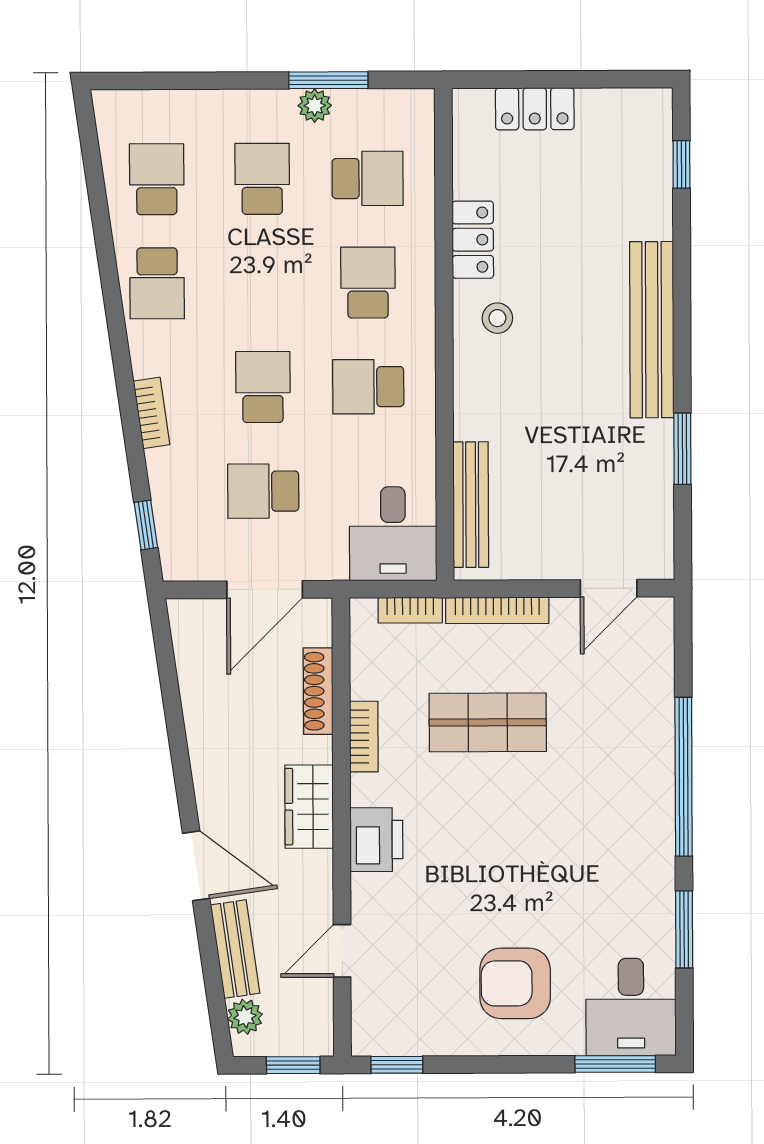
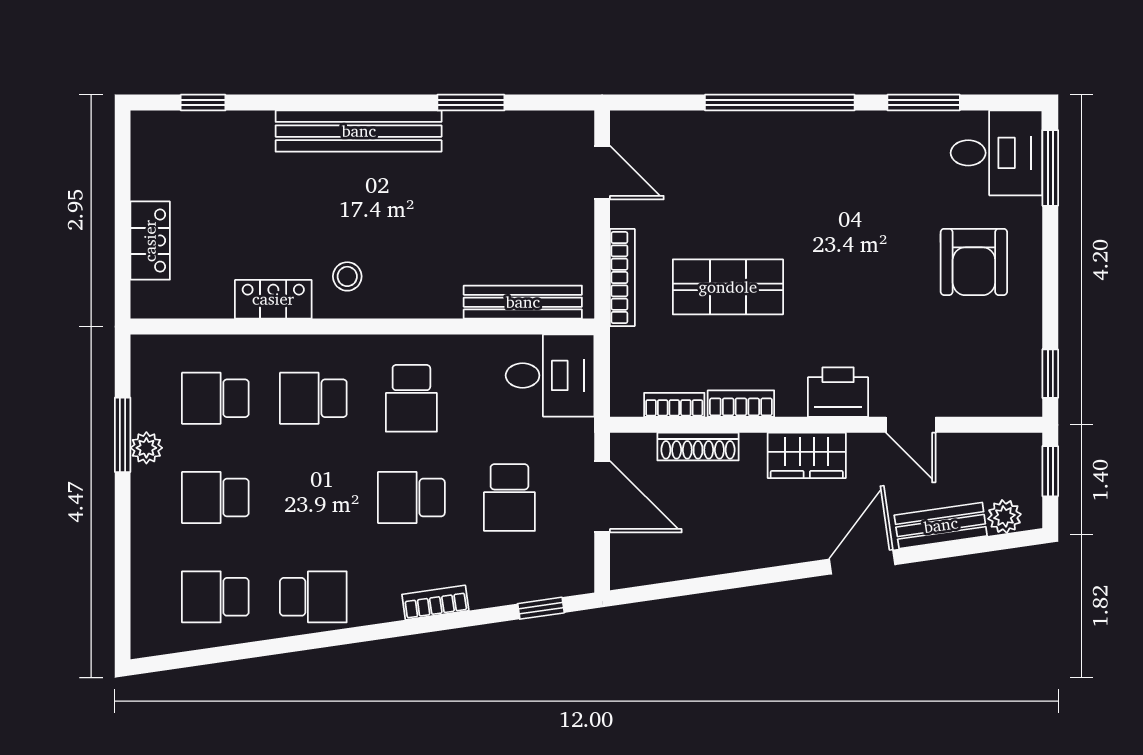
school desk: (368, 178) -> (215, 398), turned -90
bookcase: (410, 610) -> (674, 405), moved, turned -90
shop shelf: (488, 722) -> (728, 287), turned 90
door: (342, 951) -> (911, 425), moved

